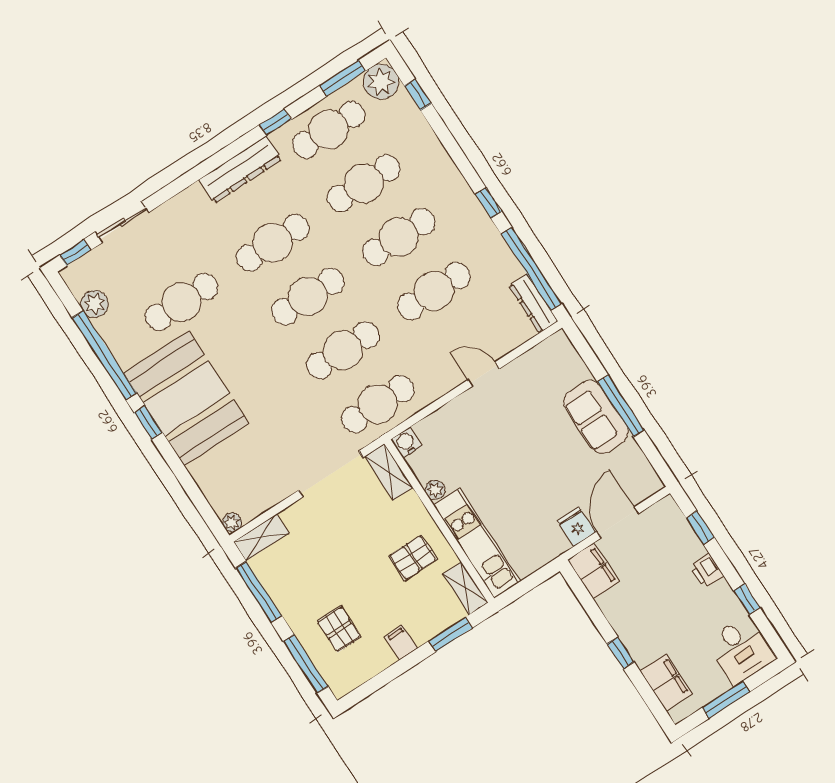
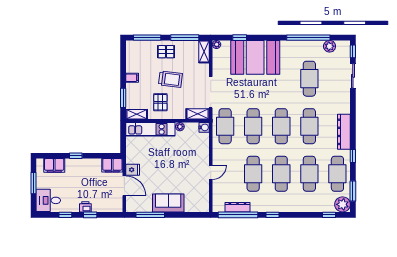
dresser: (533, 304) -> (237, 207), moved
booth: (186, 398) -> (255, 57), moved
window: (621, 406) -> (150, 215), moved
window: (148, 423) -> (240, 38), moved
window: (700, 528) -> (90, 215), moved
trolley: (356, 567) -> (170, 79), added
pallet: (339, 629) -> (166, 52), moved

